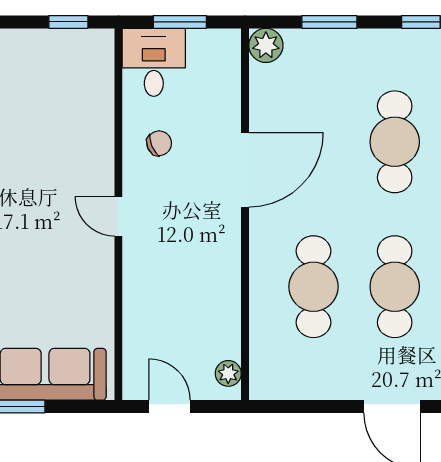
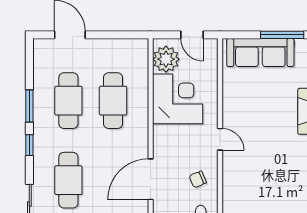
door: (245, 170) -> (151, 179), moved
corner desk: (196, 290) -> (178, 99), added
plant: (228, 373) -> (166, 59), width x1.87, depth x1.87

